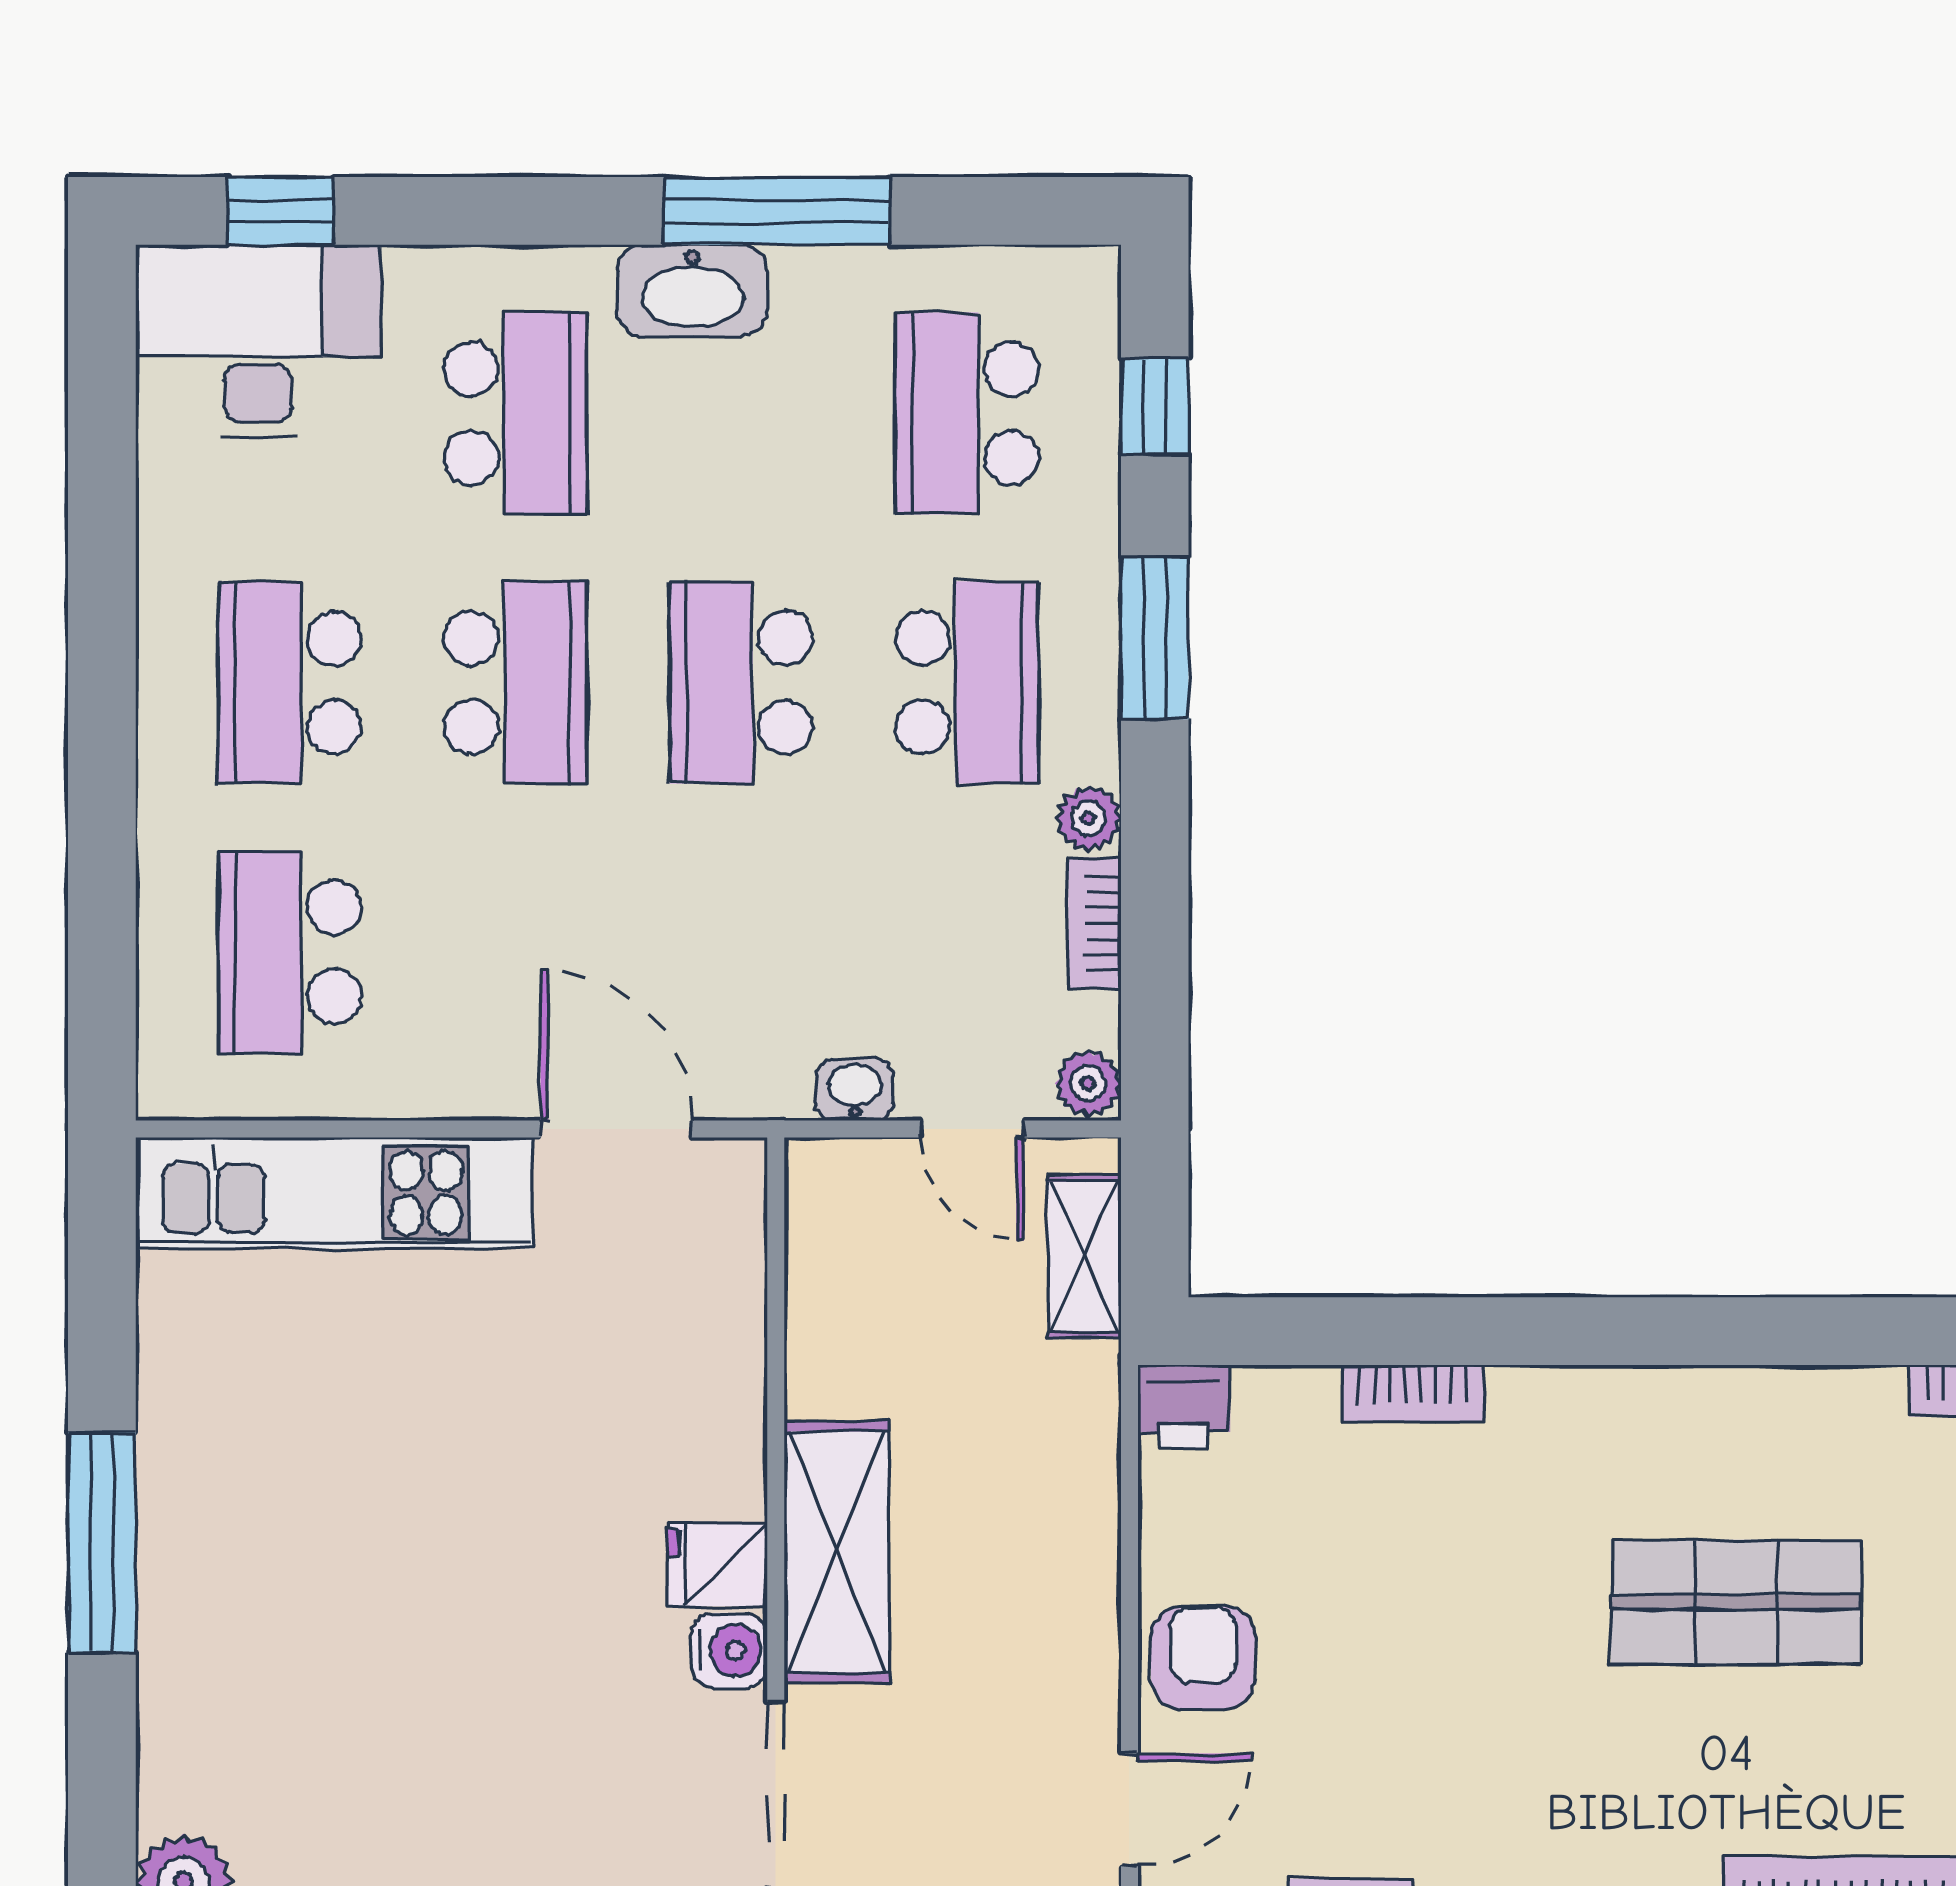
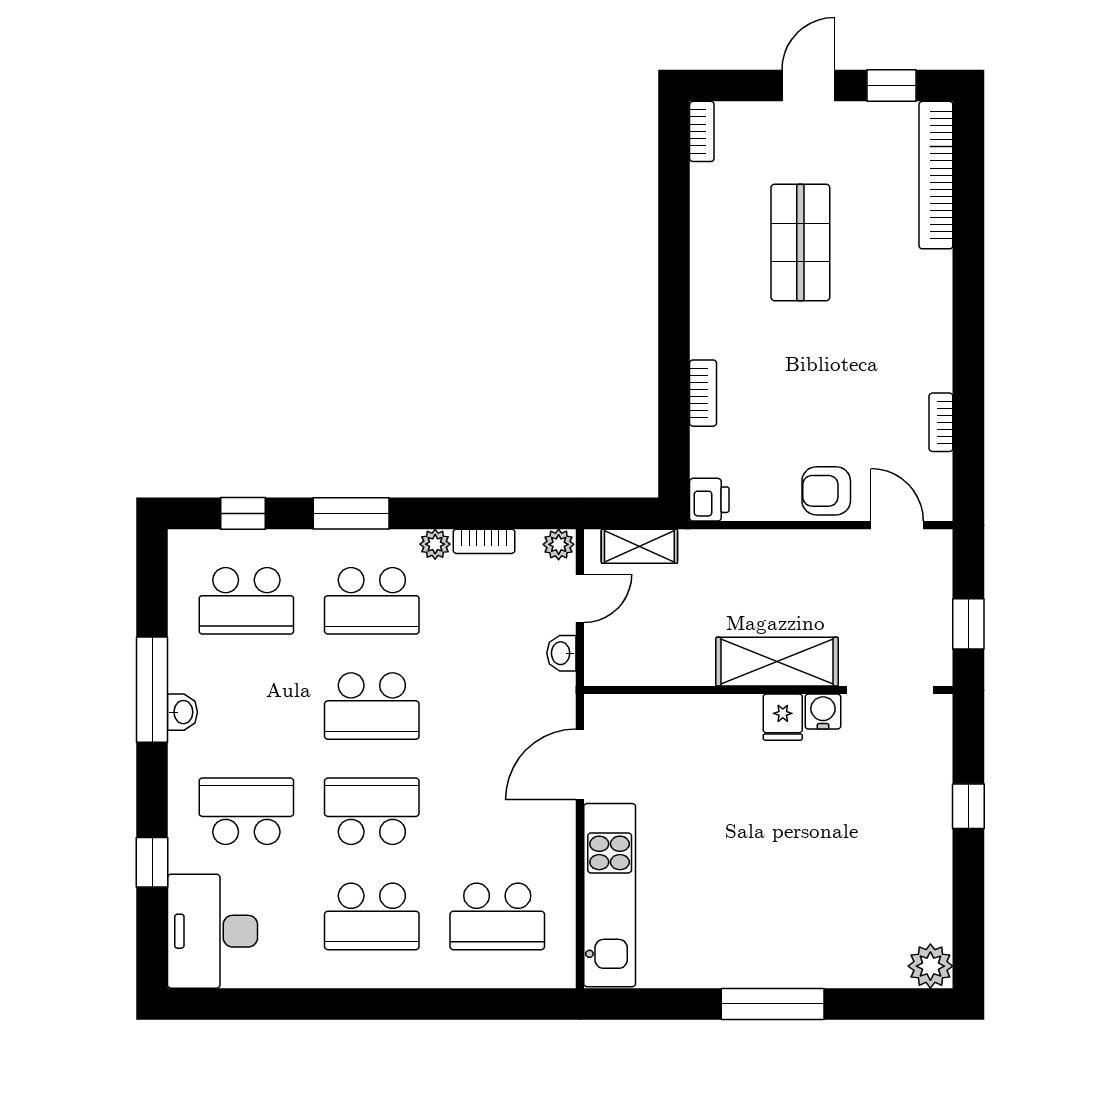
window: (280, 211) -> (152, 862), moved
washbasin: (692, 291) -> (182, 712), width x0.52, depth x0.69
school desk: (967, 683) -> (372, 601), turned 180

